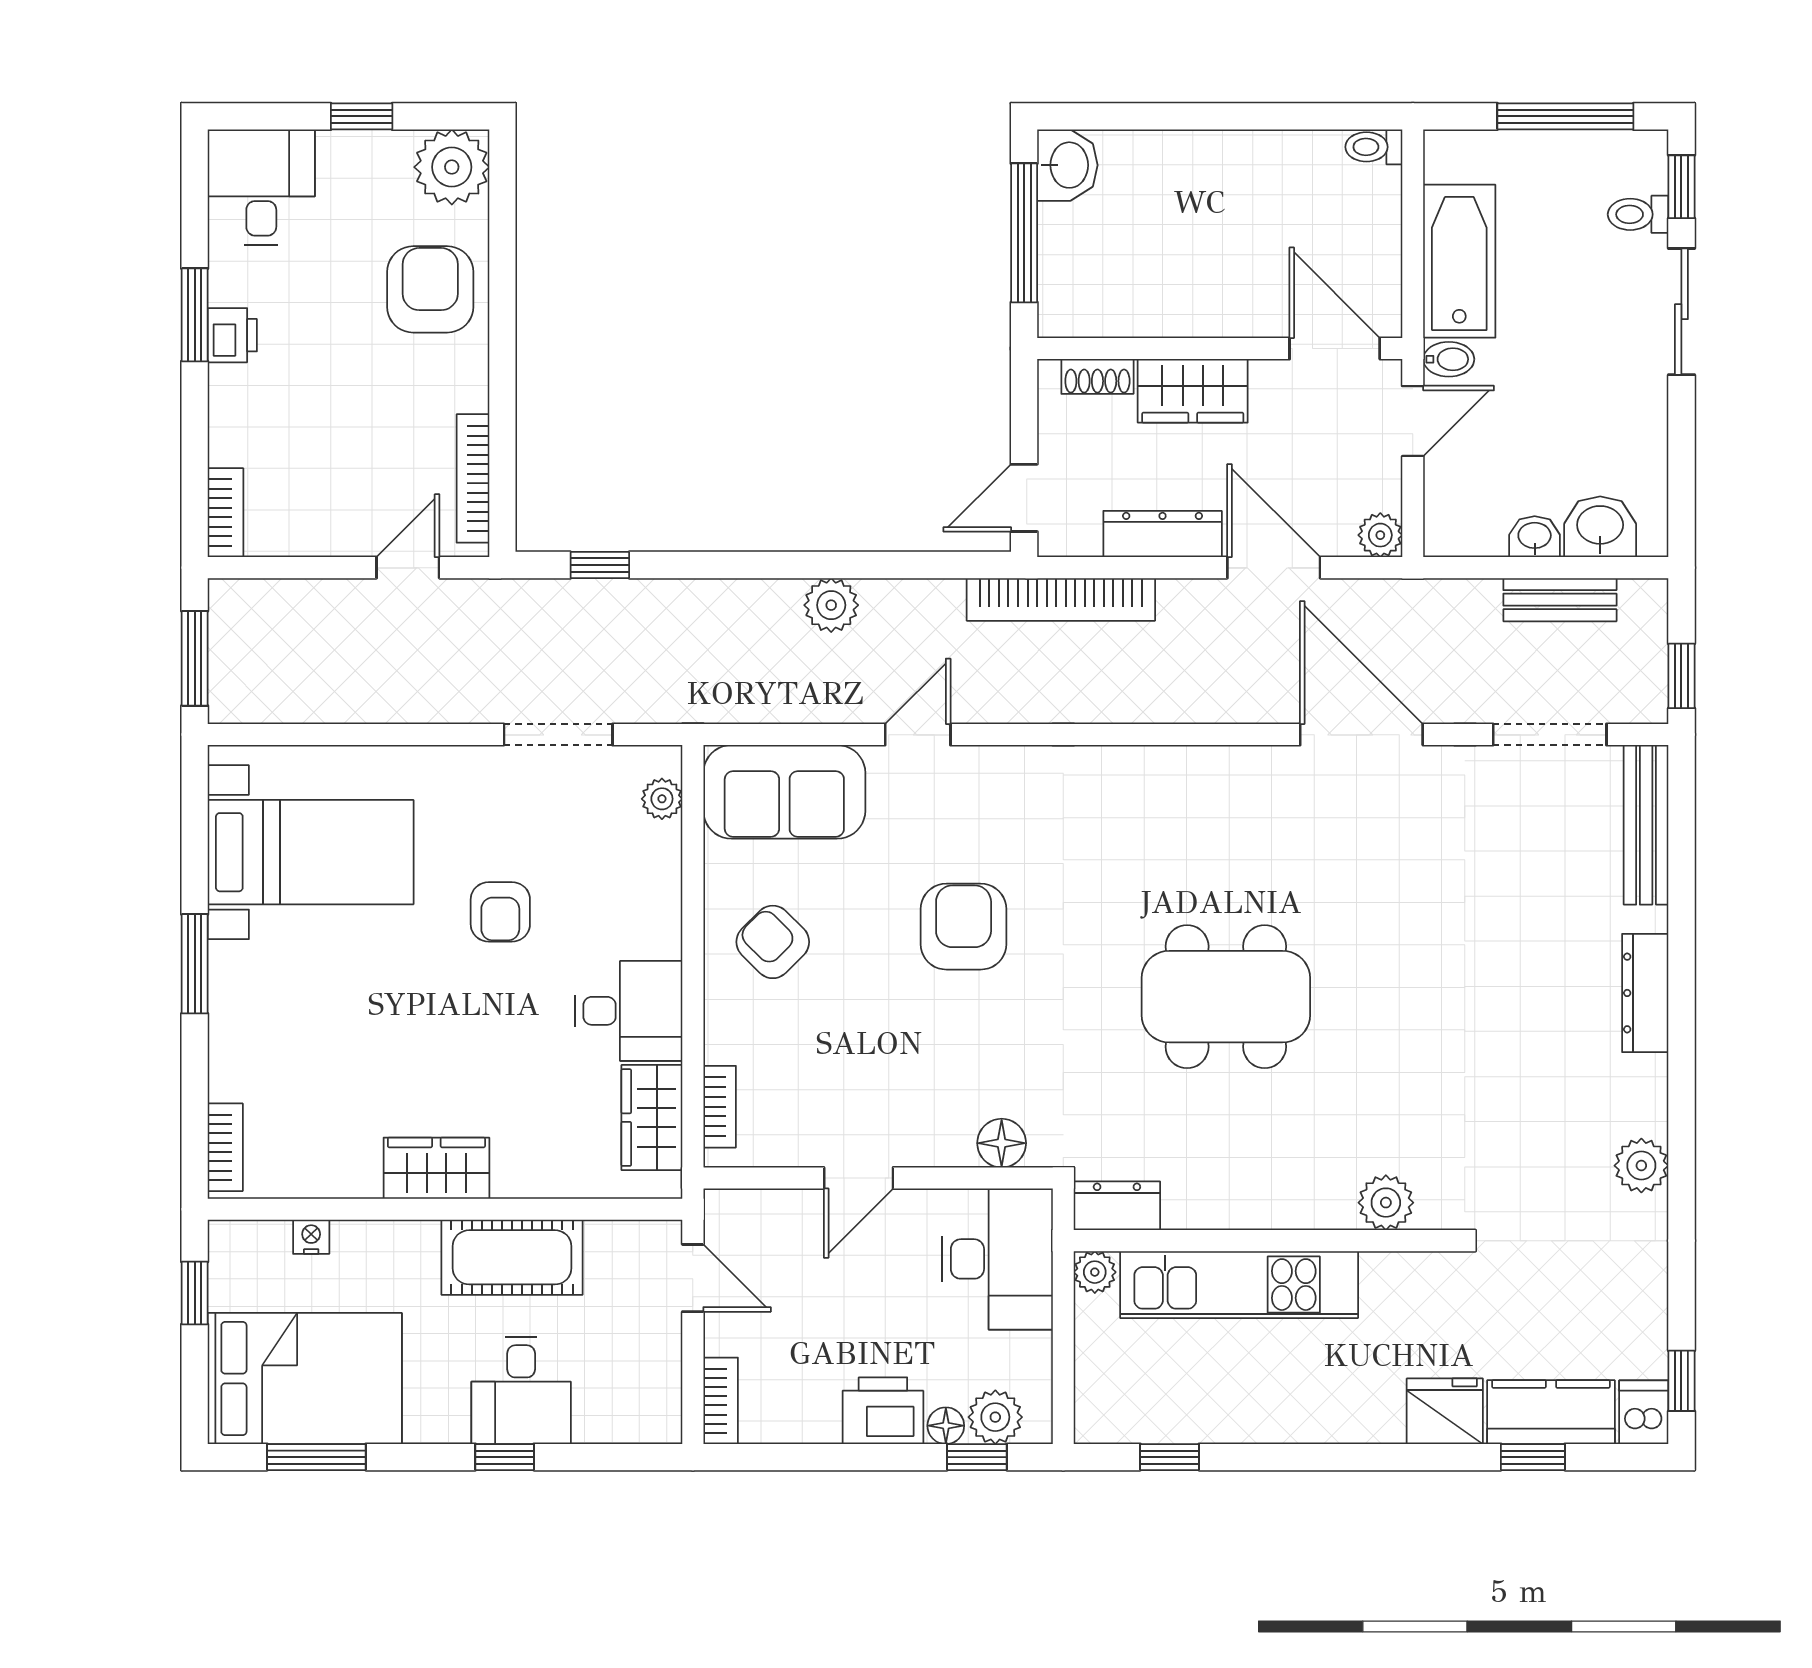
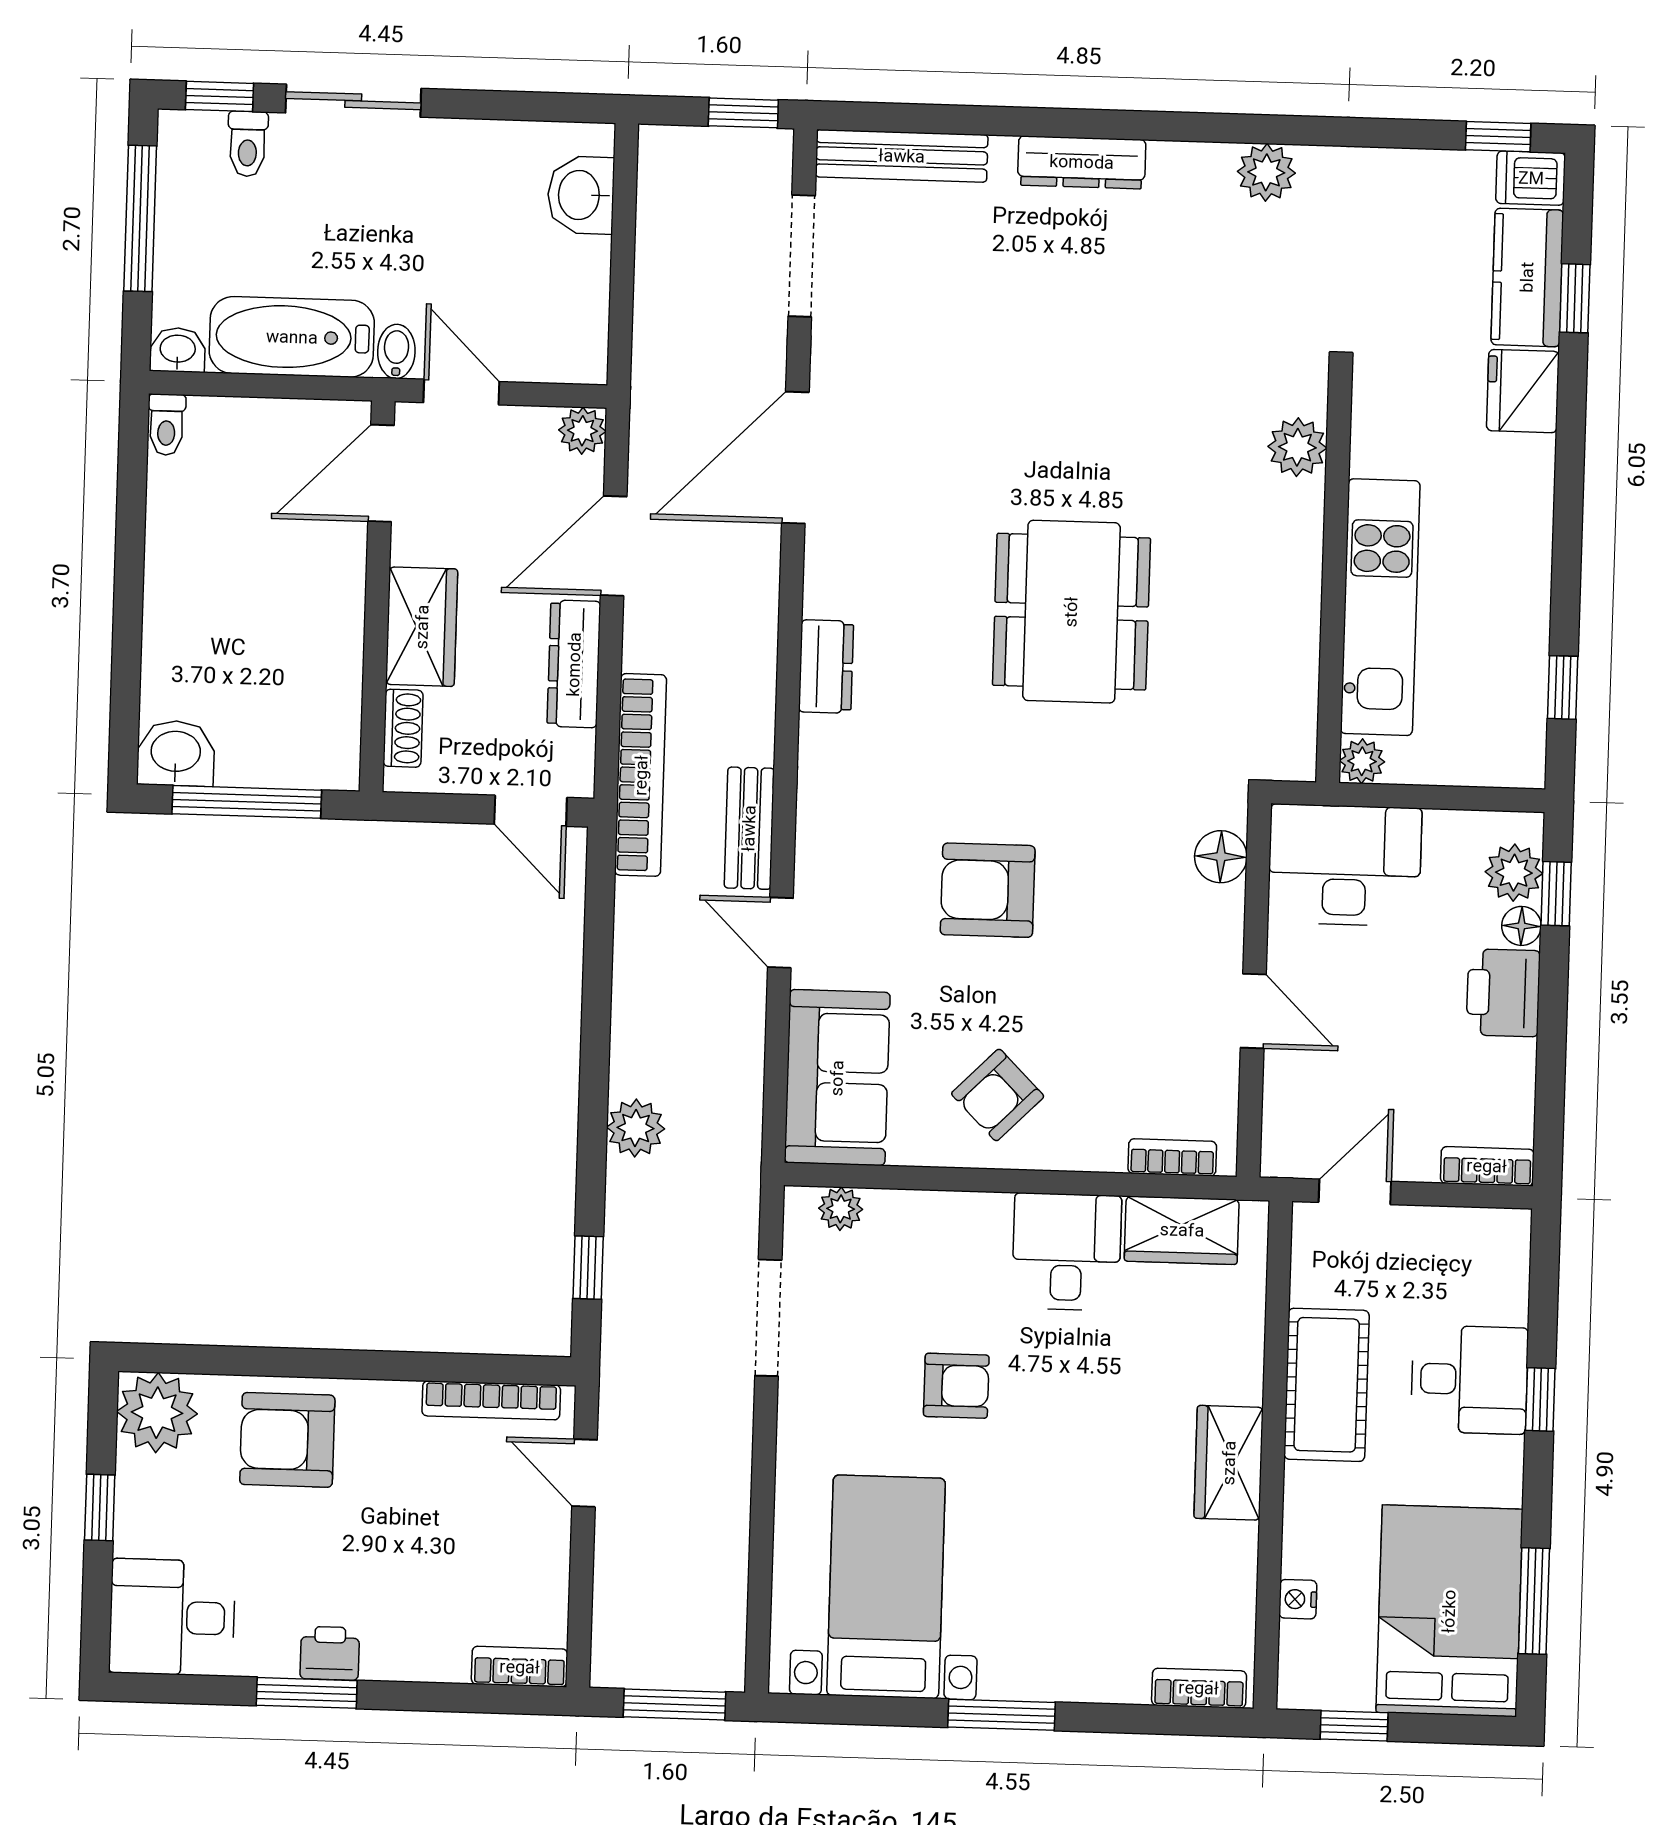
washbasin: (1535, 537) -> (178, 350), moved, turned 90
bench: (1560, 600) -> (749, 828), moved
plant: (831, 605) -> (636, 1128), moved
dresser: (1117, 1206) -> (826, 667), moved, turned 180

